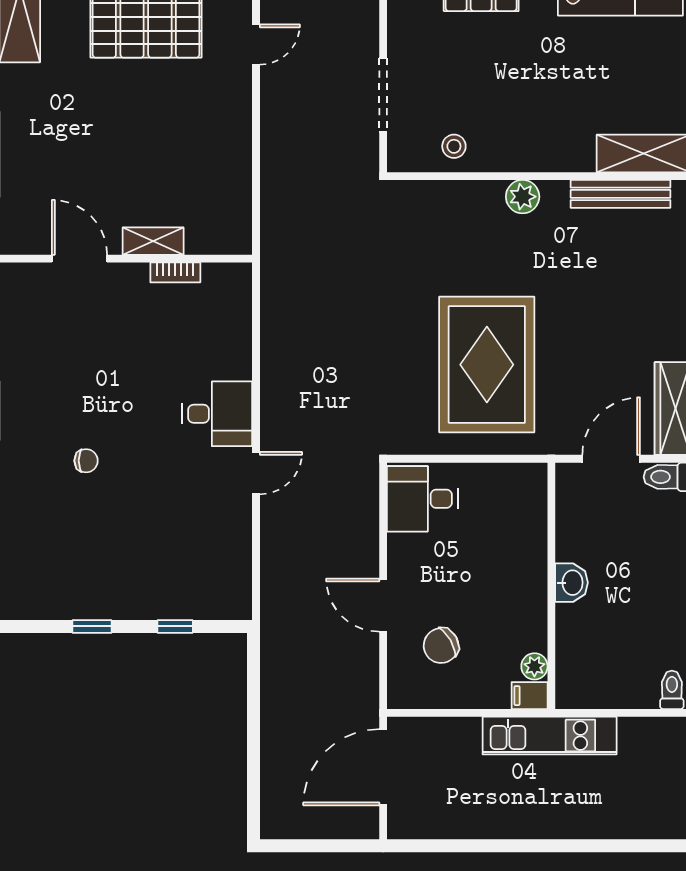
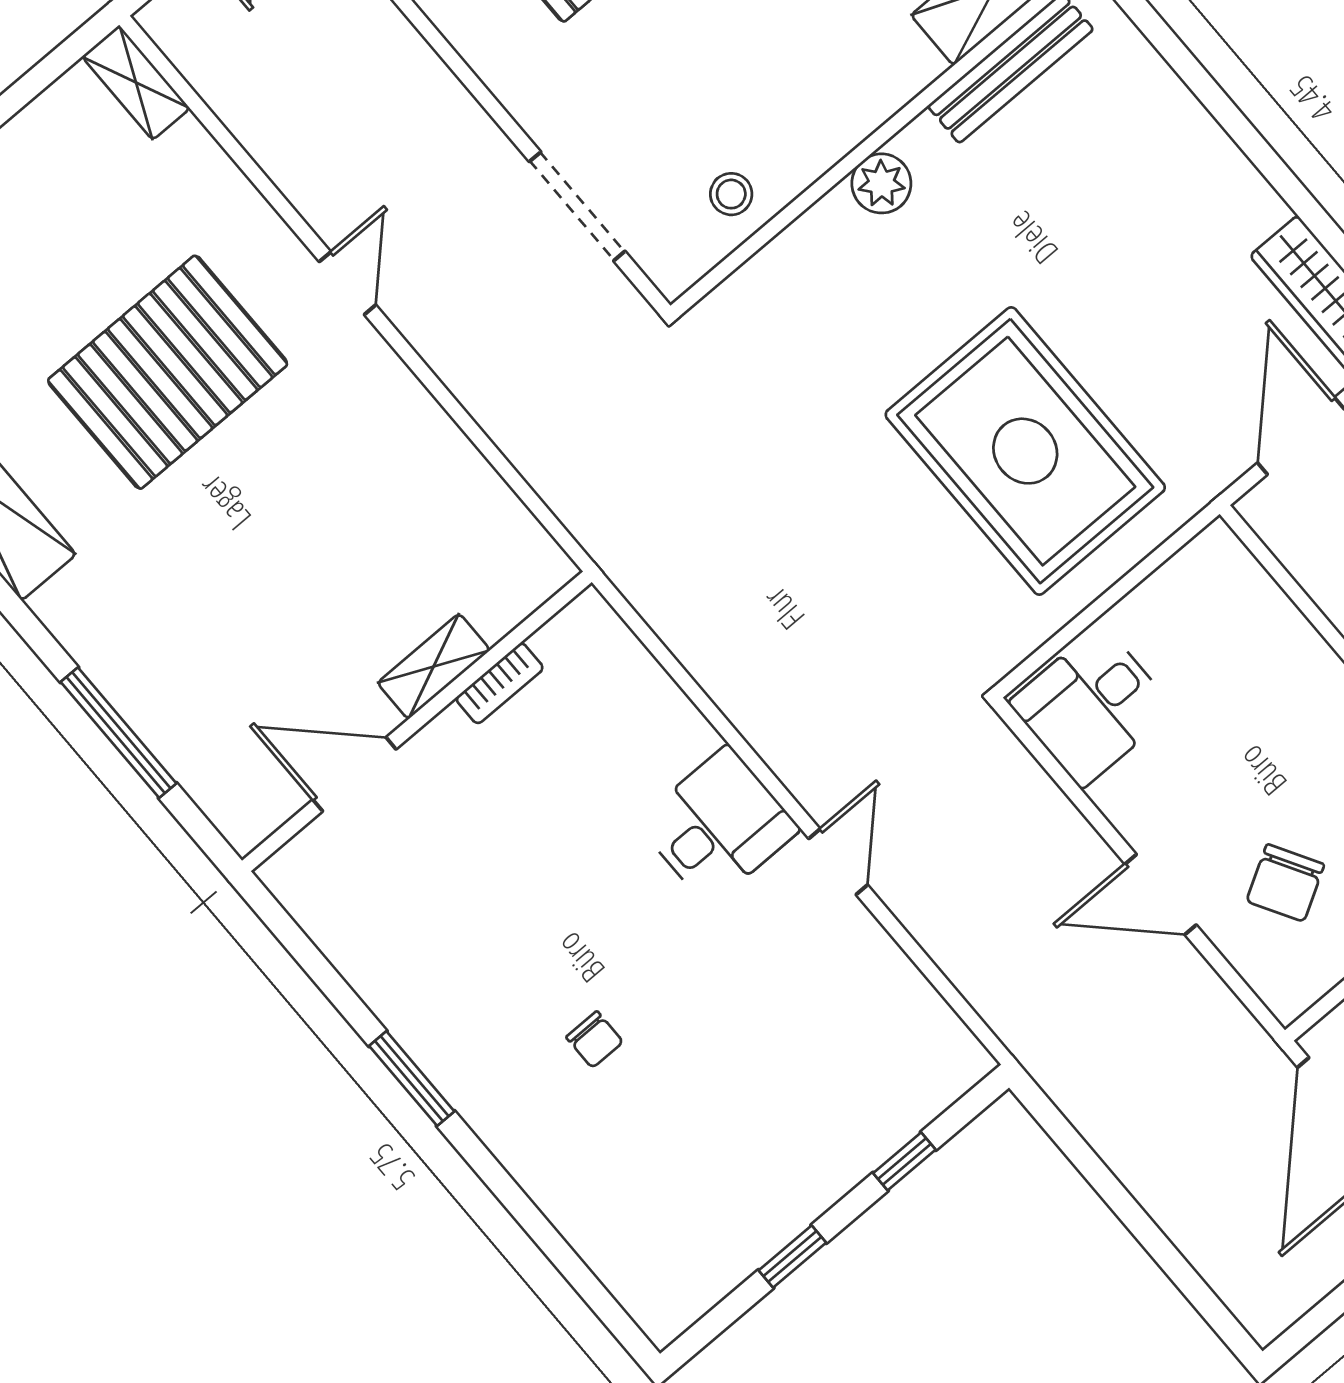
chair: (86, 461) -> (595, 1040), turned 90

